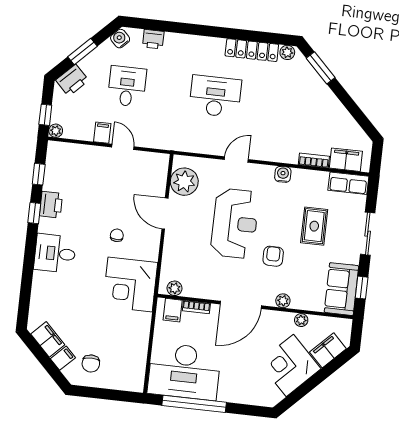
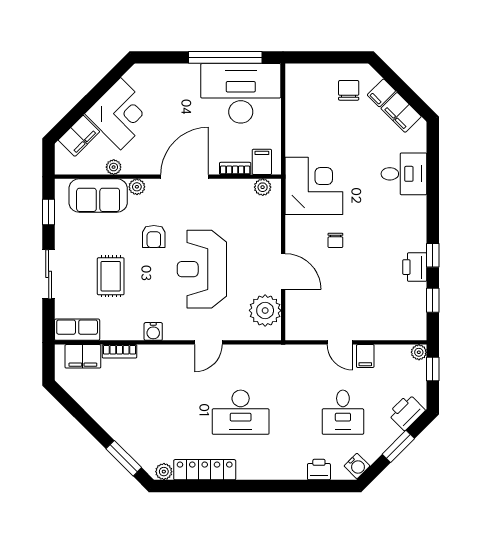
desk: (55, 253) -> (404, 174), moved
sofa: (341, 289) -> (98, 195), moved, turned 90

